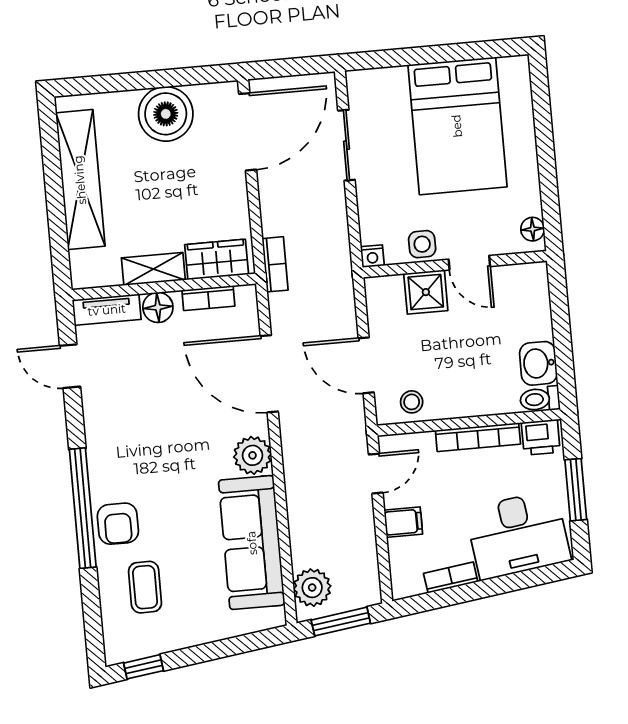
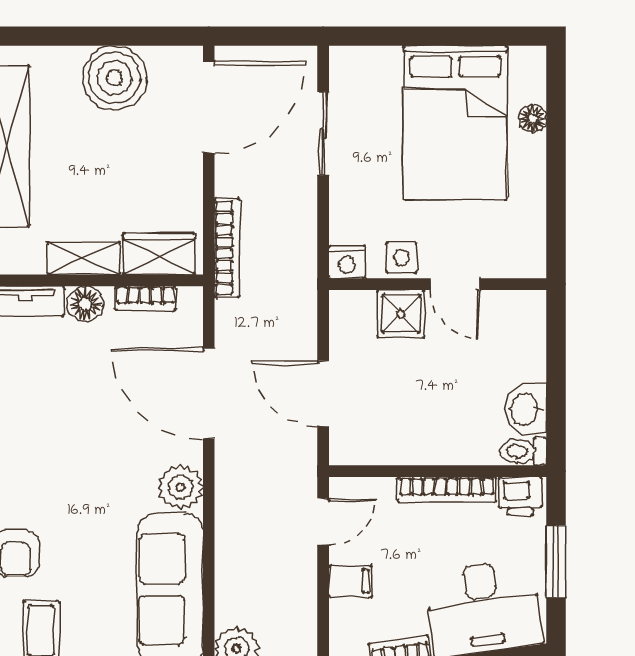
floor lamp: (533, 229) -> (533, 119), moved
nightstand: (372, 256) -> (347, 262), width x1.39, depth x1.35
bookcase: (275, 264) -> (227, 248), width x1.56
stool: (412, 402) -> (373, 441), removed

